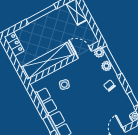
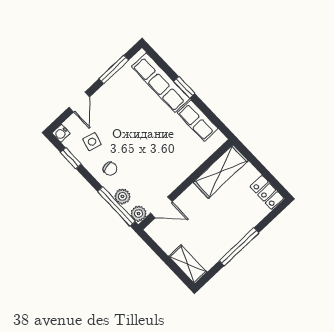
shelving: (47, 61) -> (221, 171), width x0.68
side table: (64, 85) -> (92, 142), moved

